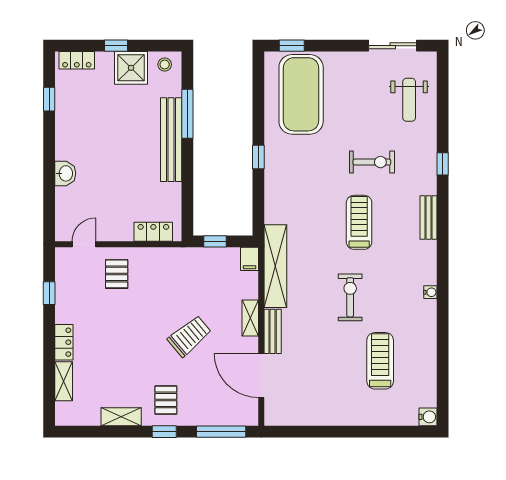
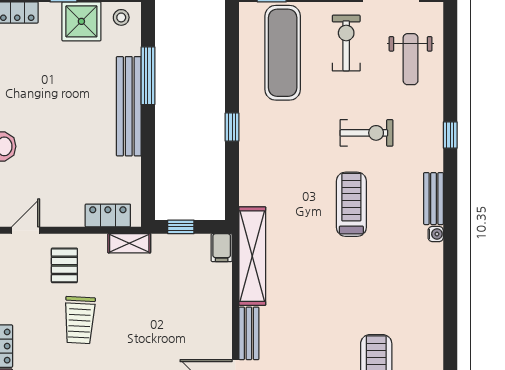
exercise mat: (301, 94) -> (283, 53), width x0.68
water cooler: (430, 292) -> (436, 234), moved
exercise bike: (350, 297) -> (346, 43), moved
shelving: (250, 318) -> (129, 243), moved, turned 90
trolley: (189, 336) -> (80, 320), moved, turned 133

